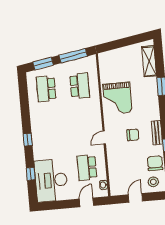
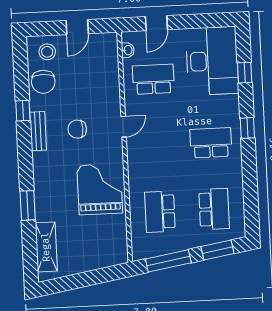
school desk: (50, 130) -> (211, 143), added
school desk: (87, 168) -> (153, 79), turned -90

